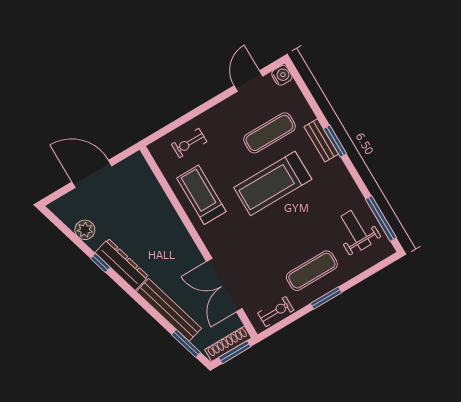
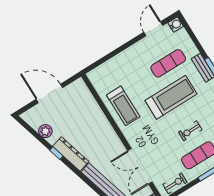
exercise bike: (189, 143) -> (190, 131), moved
treadmill: (273, 183) -> (171, 97), turned 180
treadmill: (201, 195) -> (123, 106), turned 180

